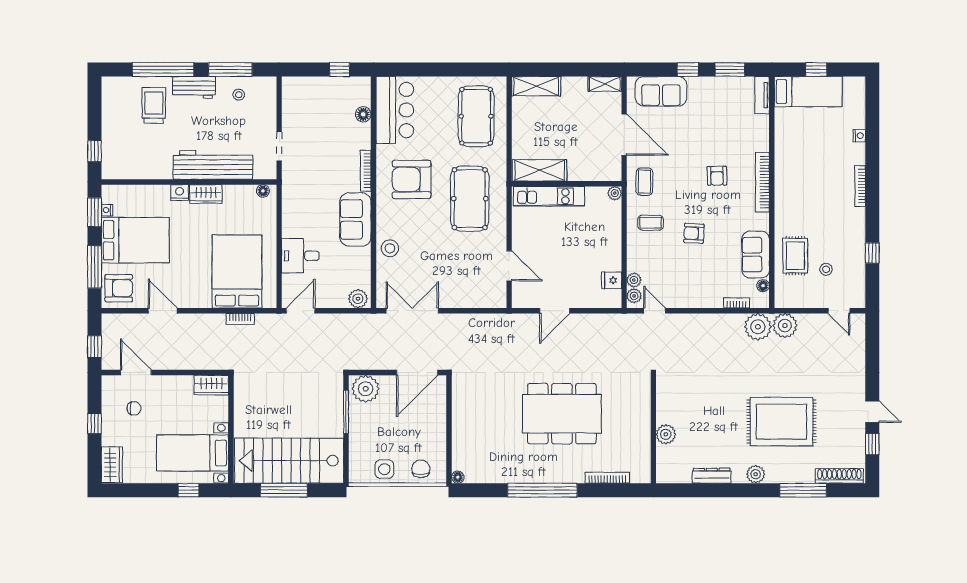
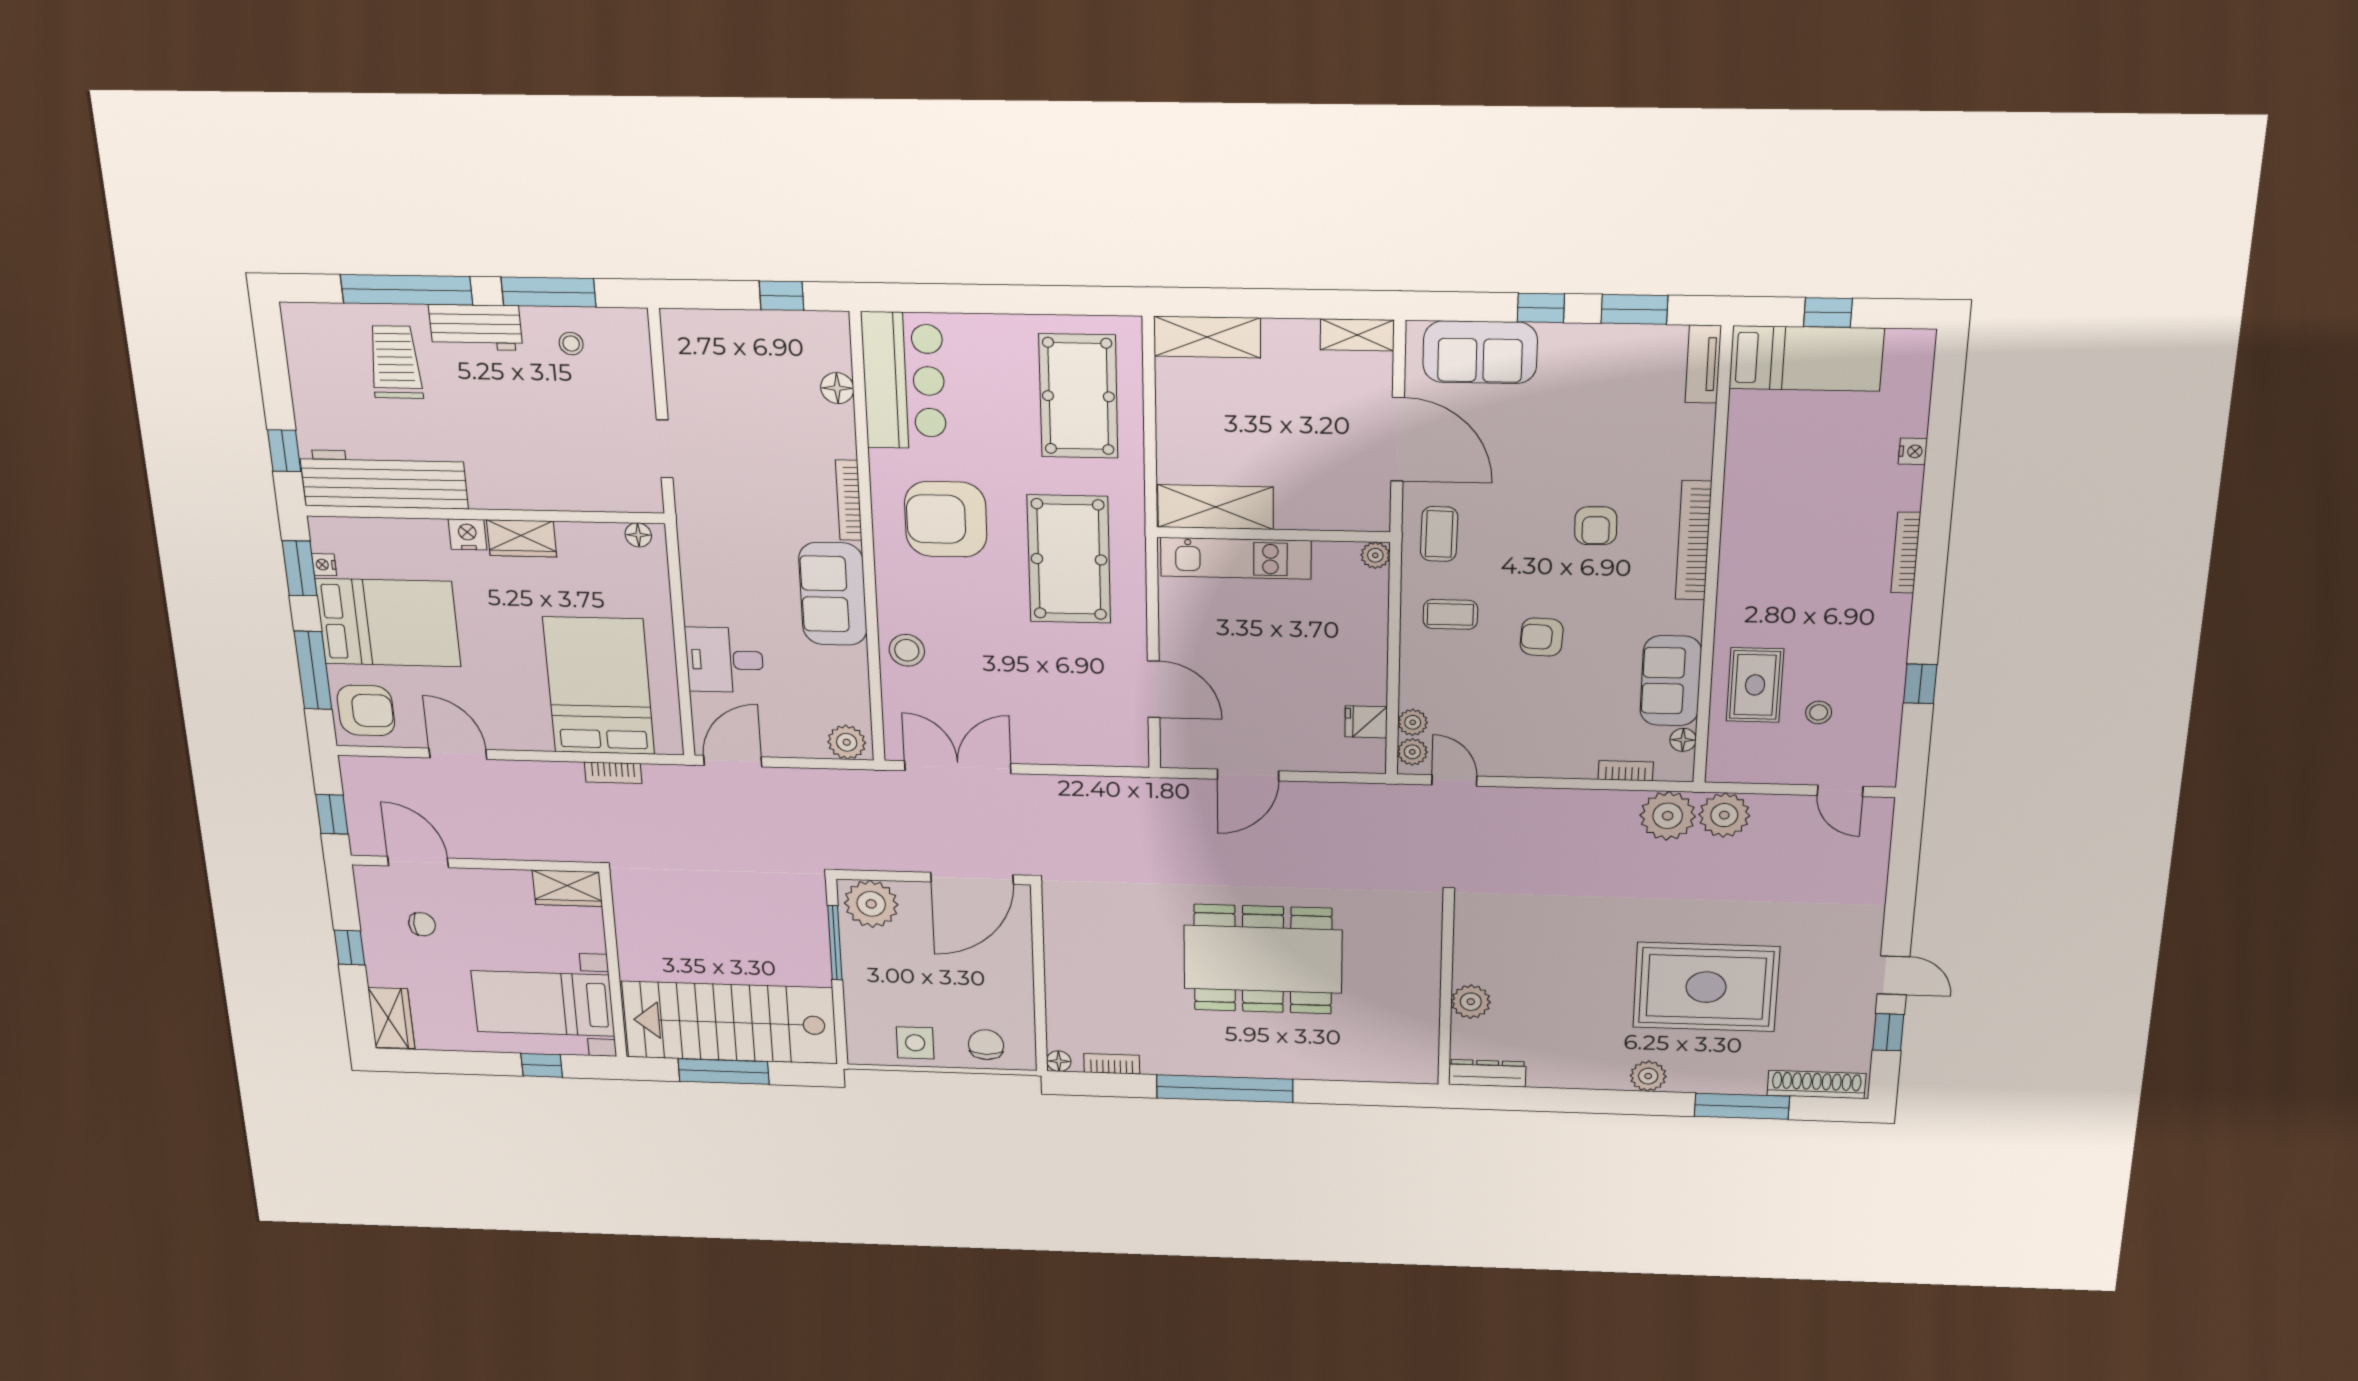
workbench: (213, 165) -> (384, 479), moved
dresser: (712, 476) -> (1487, 1073), moved
bookcase: (607, 478) -> (1112, 1064), moved, width x0.64

